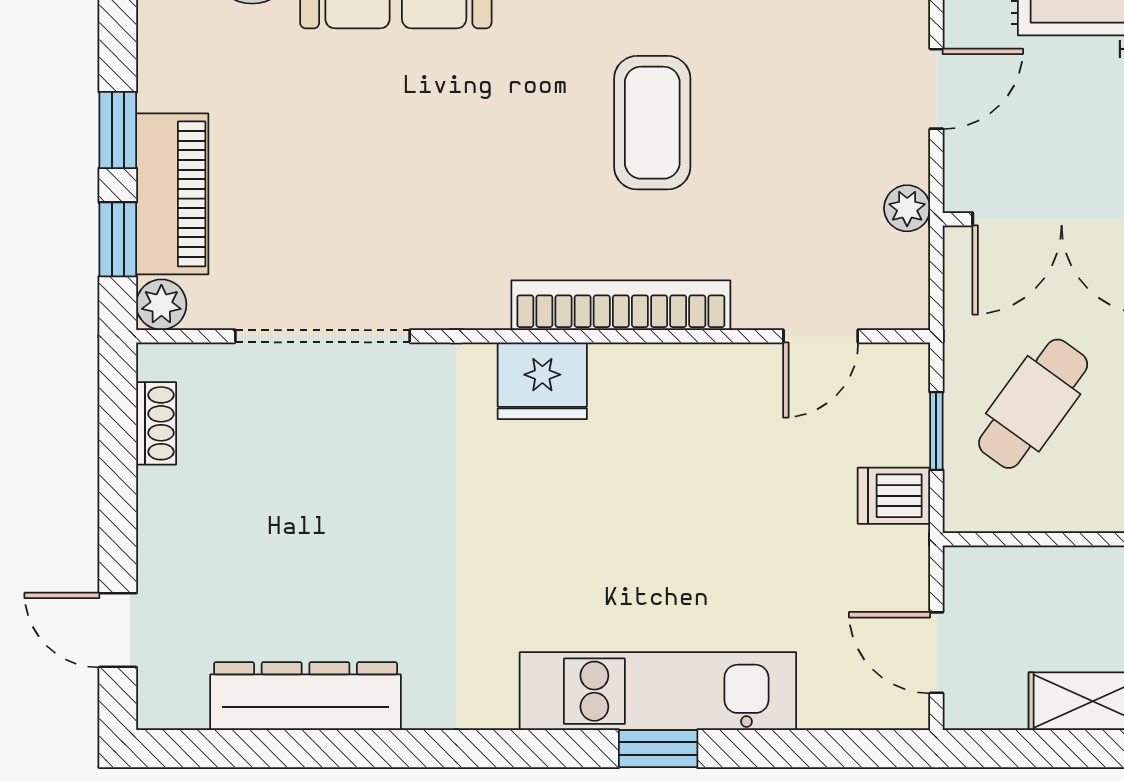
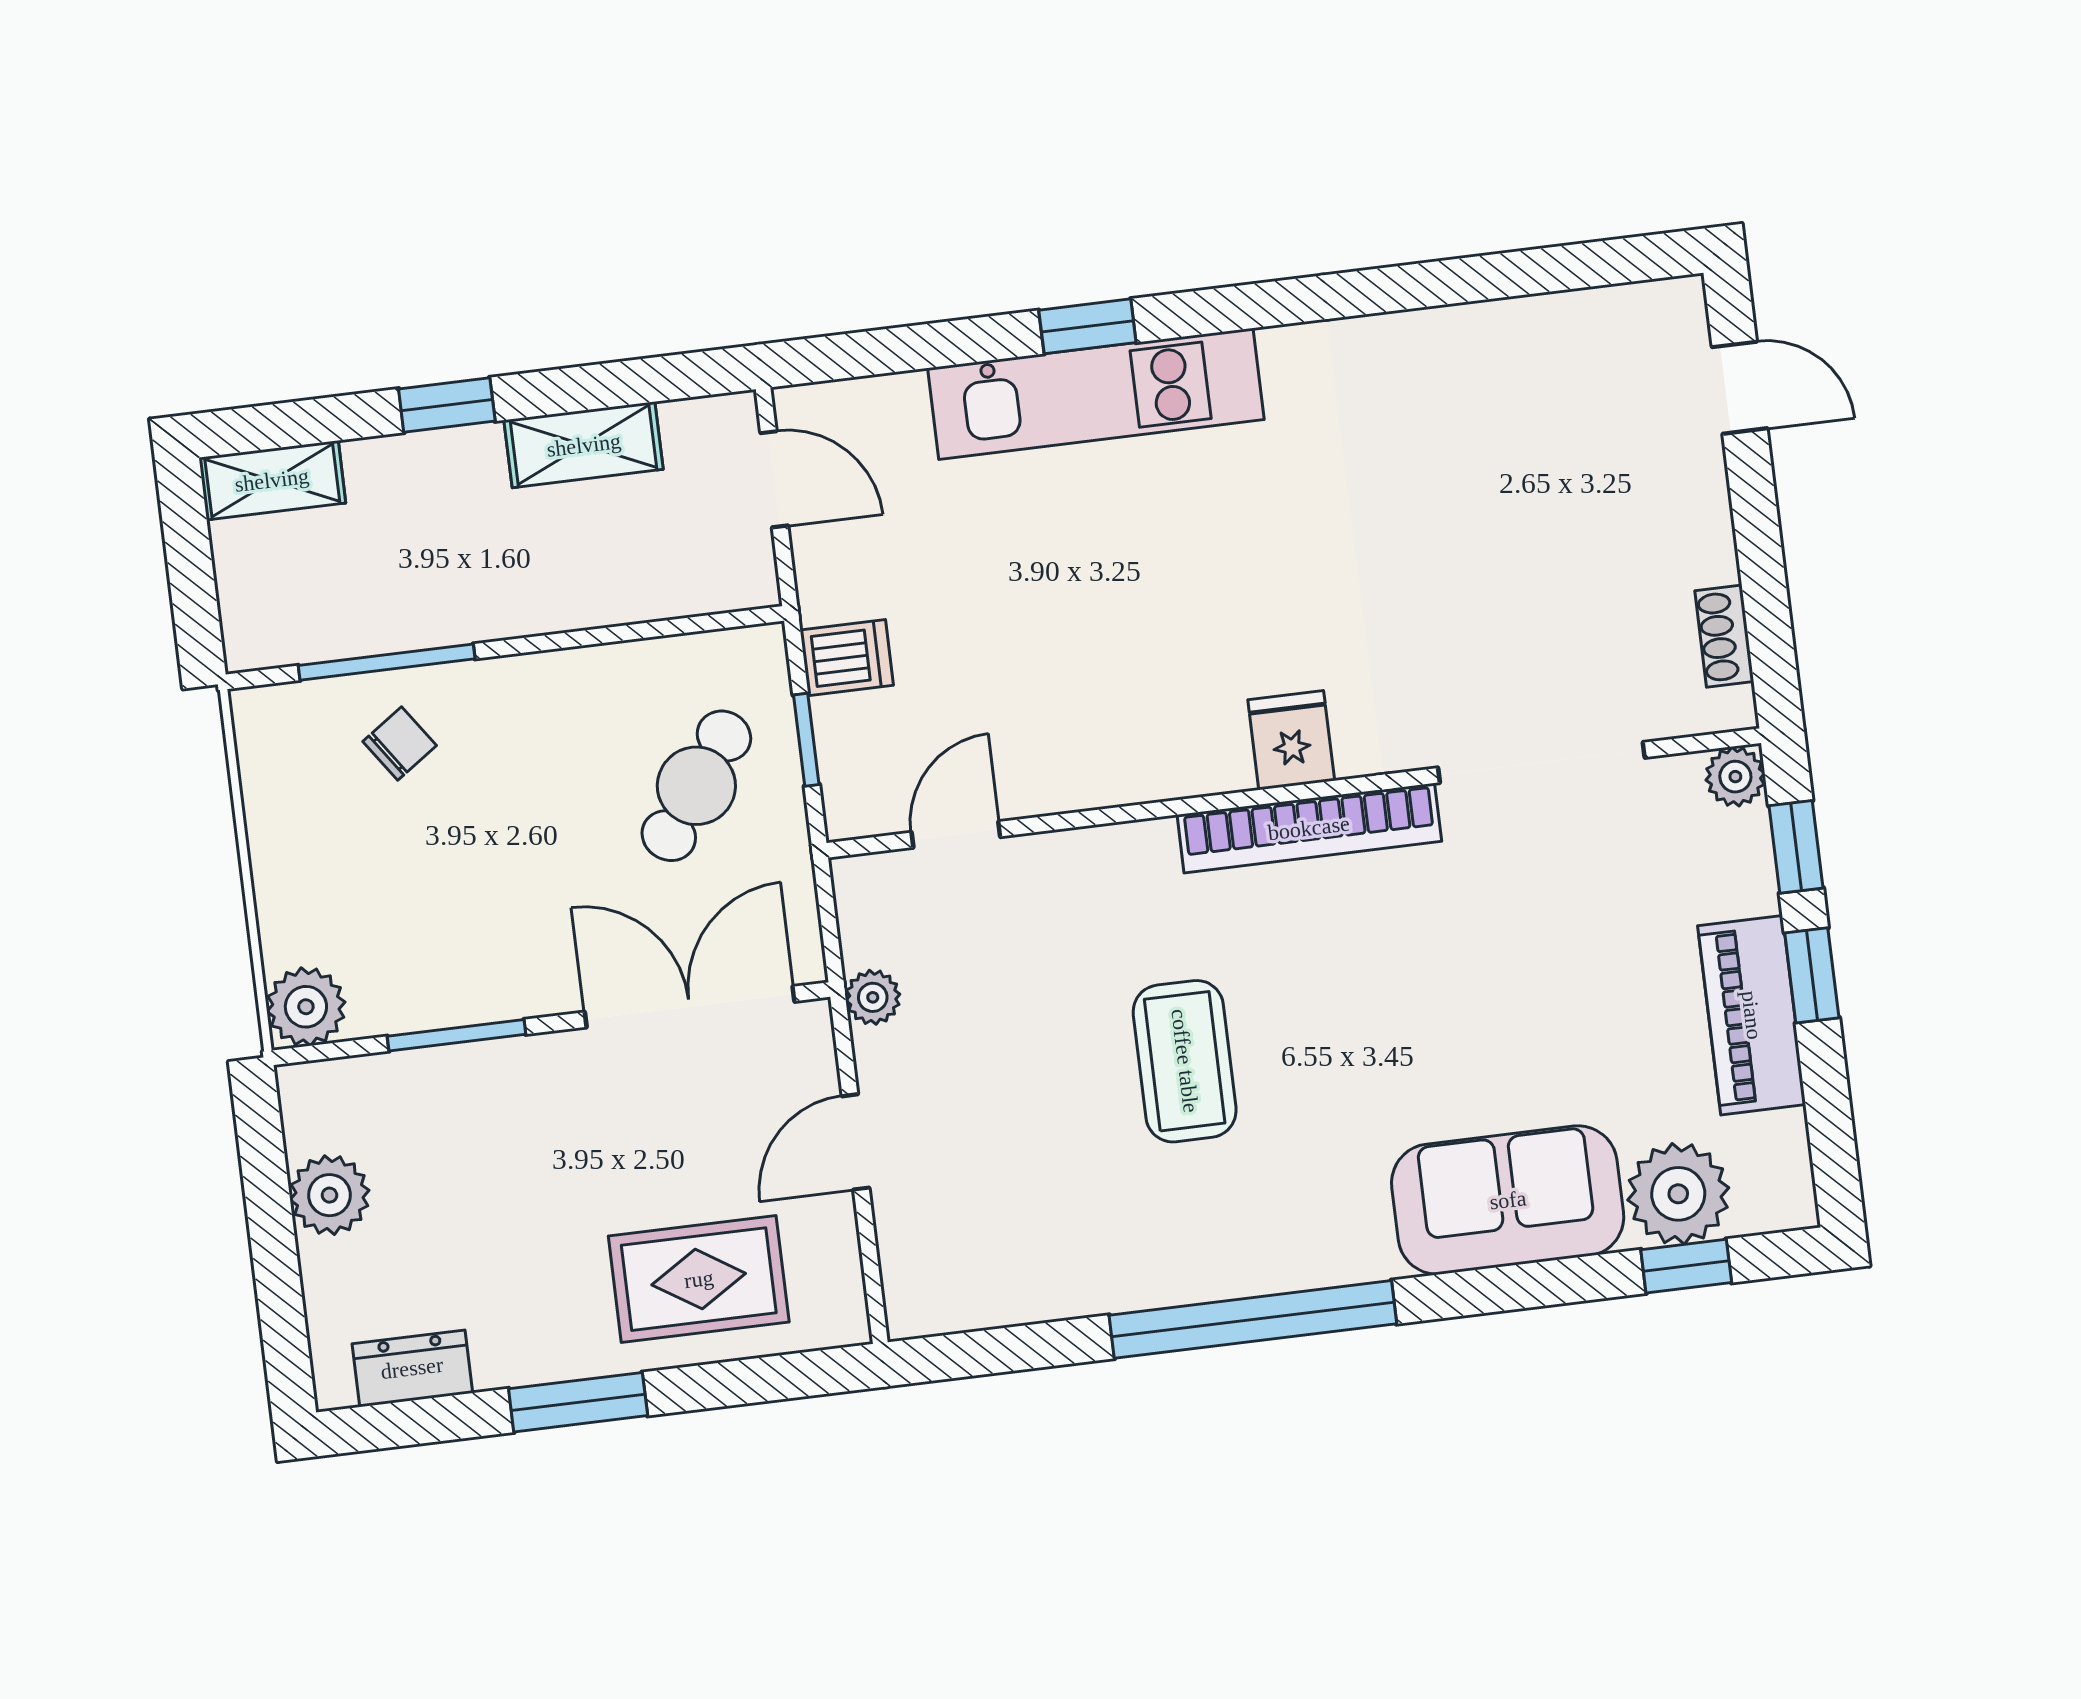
piano: (172, 194) -> (1752, 1015), moved
bookcase: (621, 305) -> (1309, 828), moved
fridge: (542, 381) -> (1291, 740), width x0.72
dresser: (306, 696) -> (1509, 337), removed

